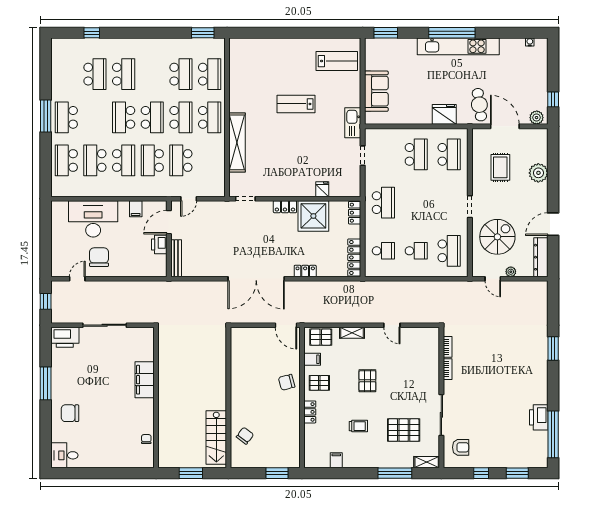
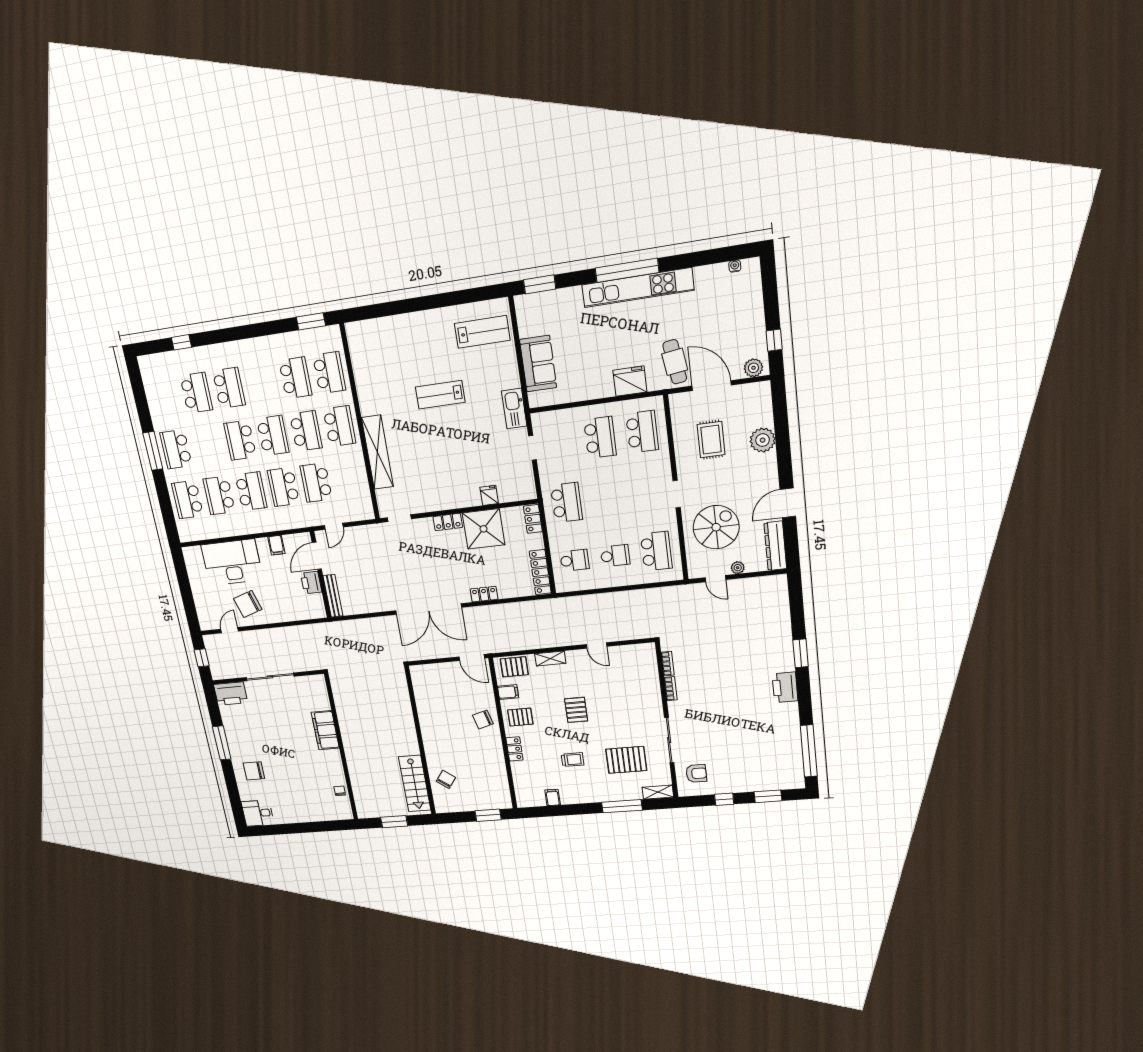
chair: (99, 257) -> (248, 604), turned -107
printer: (539, 417) -> (785, 687), moved

